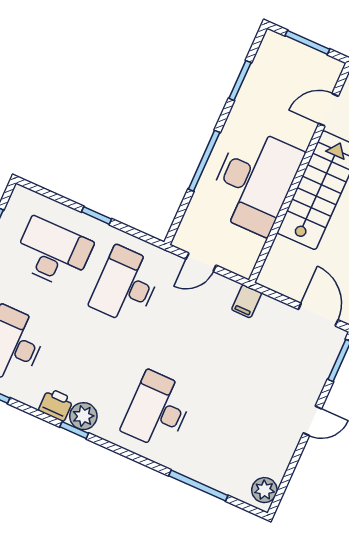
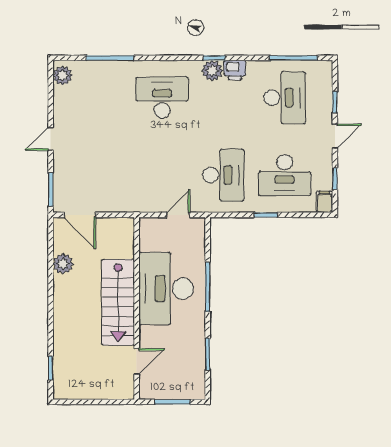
filing cabinet: (247, 301) -> (324, 202), moved
desk: (158, 410) -> (162, 98), turned -90

